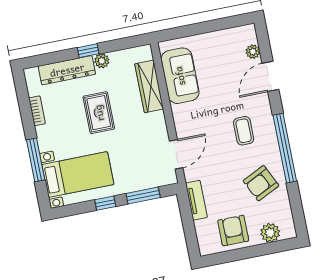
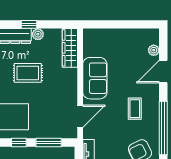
sofa: (180, 76) -> (95, 78), moved
wardrobe: (149, 86) -> (70, 48), moved
rug: (99, 113) -> (28, 73), turned 90

